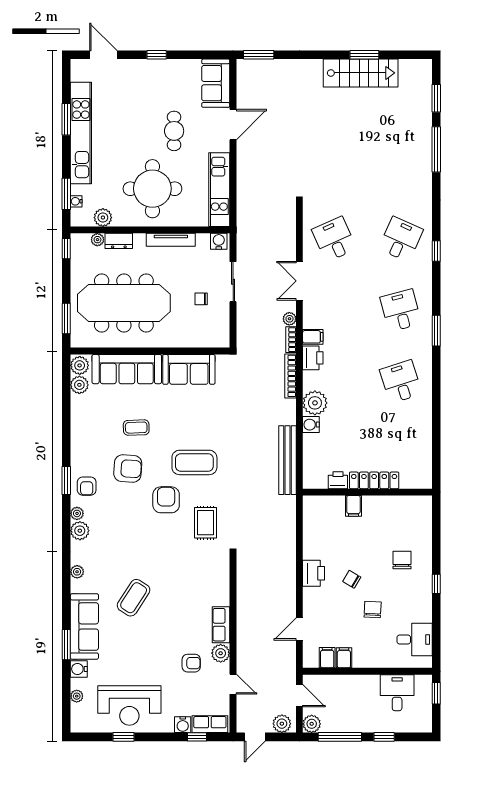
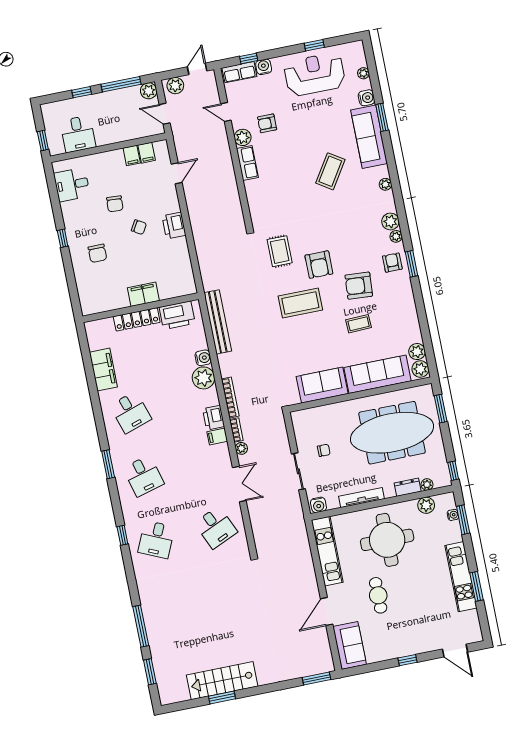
kitchen unit: (81, 133) -> (461, 577), width x0.73
filing cabinet: (421, 434) -> (103, 370), added
printer: (338, 480) -> (177, 315), width x1.87, depth x1.48
filing cabinet: (353, 506) -> (143, 294), width x2.00

